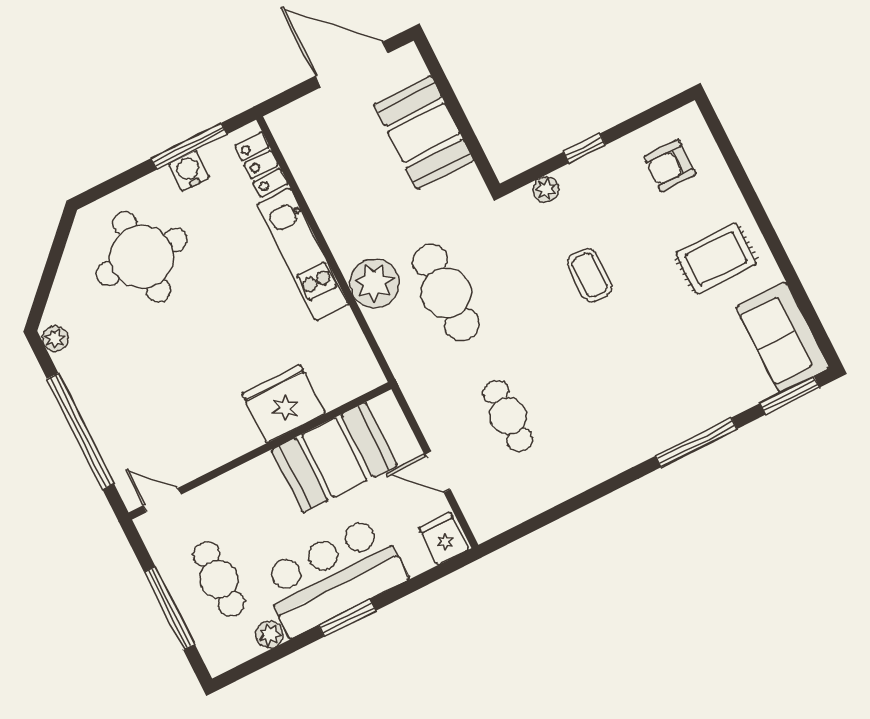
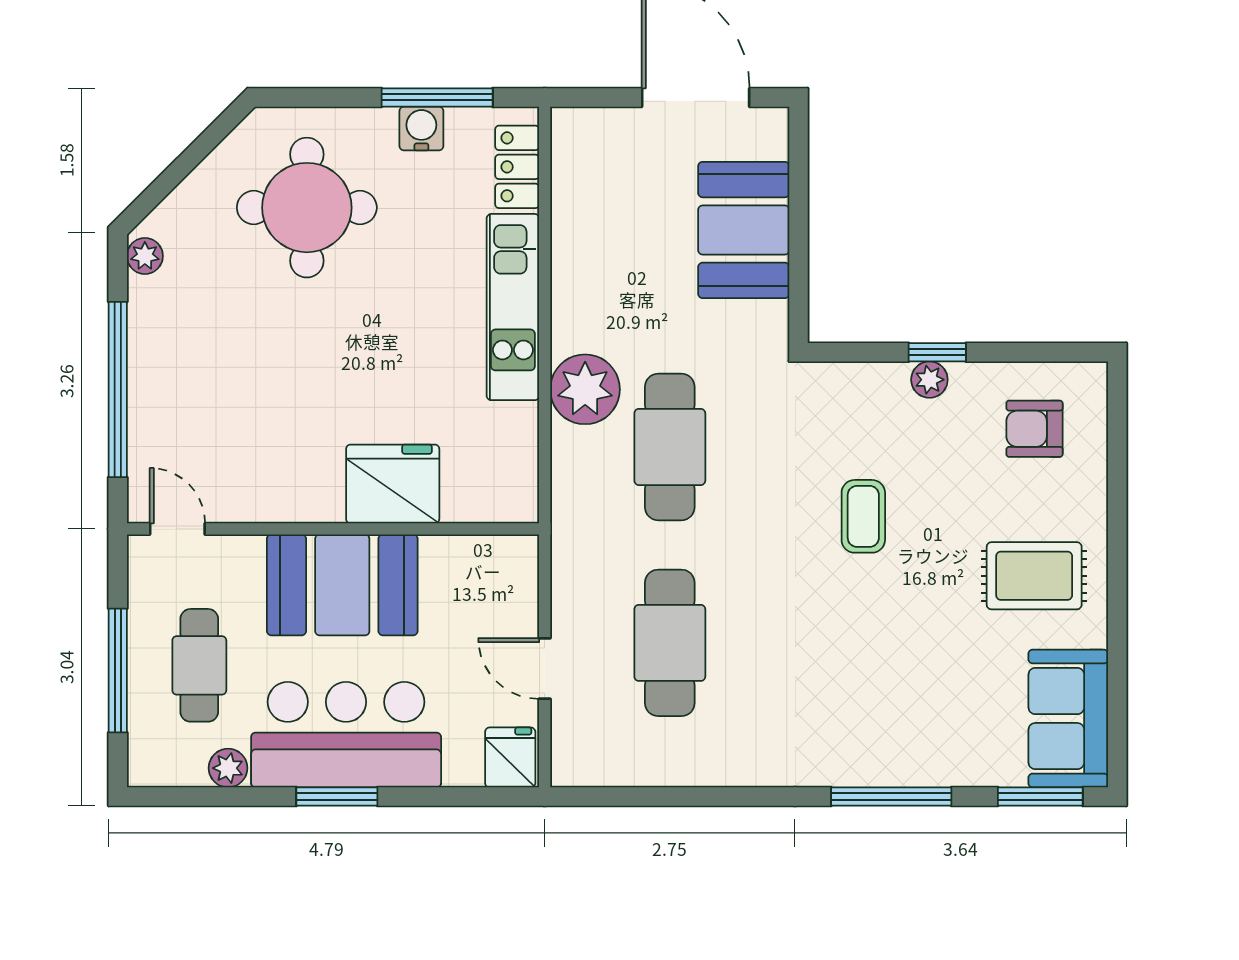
plant: (546, 189) -> (929, 380), moved
cafe table: (508, 416) -> (670, 643), width x1.37, depth x1.35
booth: (334, 458) -> (342, 585), moved

